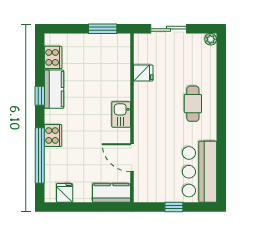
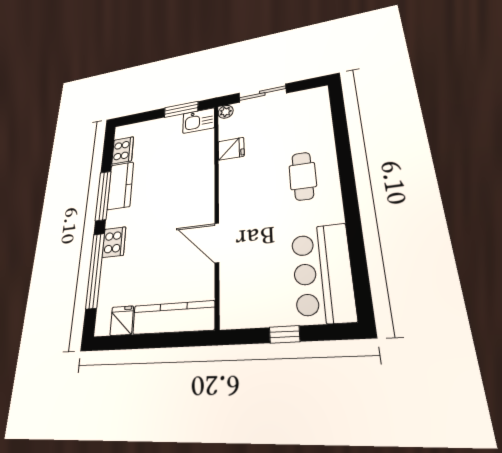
plant: (211, 39) -> (226, 112), moved
window: (40, 96) -> (103, 196), width x2.17
kitchen sink: (121, 115) -> (199, 121), moved, turned -90
door: (132, 158) -> (217, 243), moved
kitchen counter: (112, 193) -> (173, 318), width x1.50

